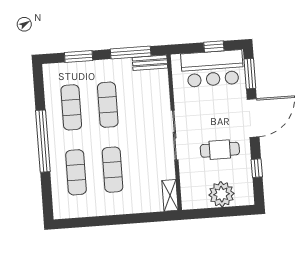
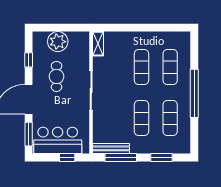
window: (214, 46) -> (67, 157), moved
bench: (150, 63) -> (111, 148), width x1.36
cafe table: (220, 150) -> (57, 76), turned 90

